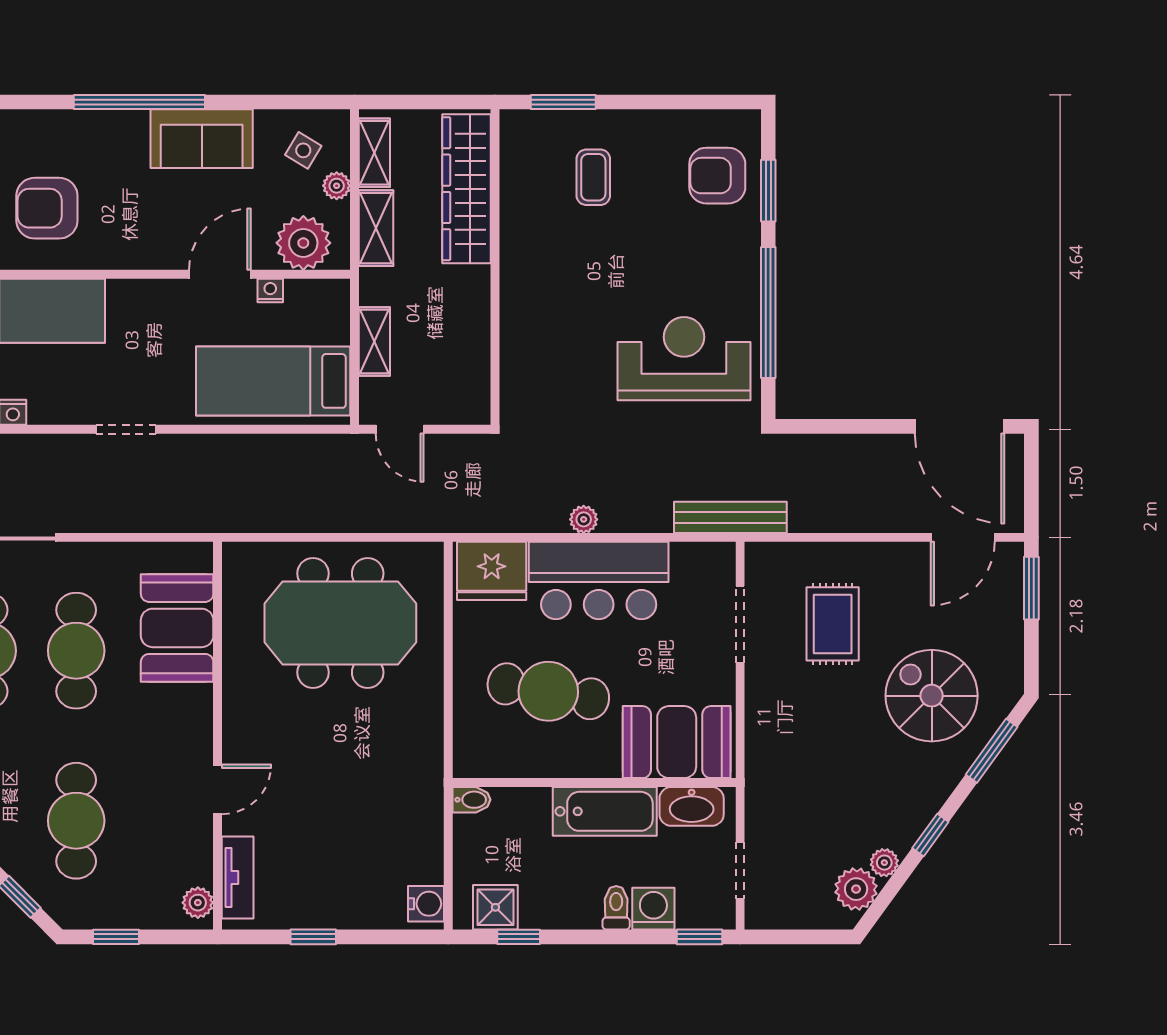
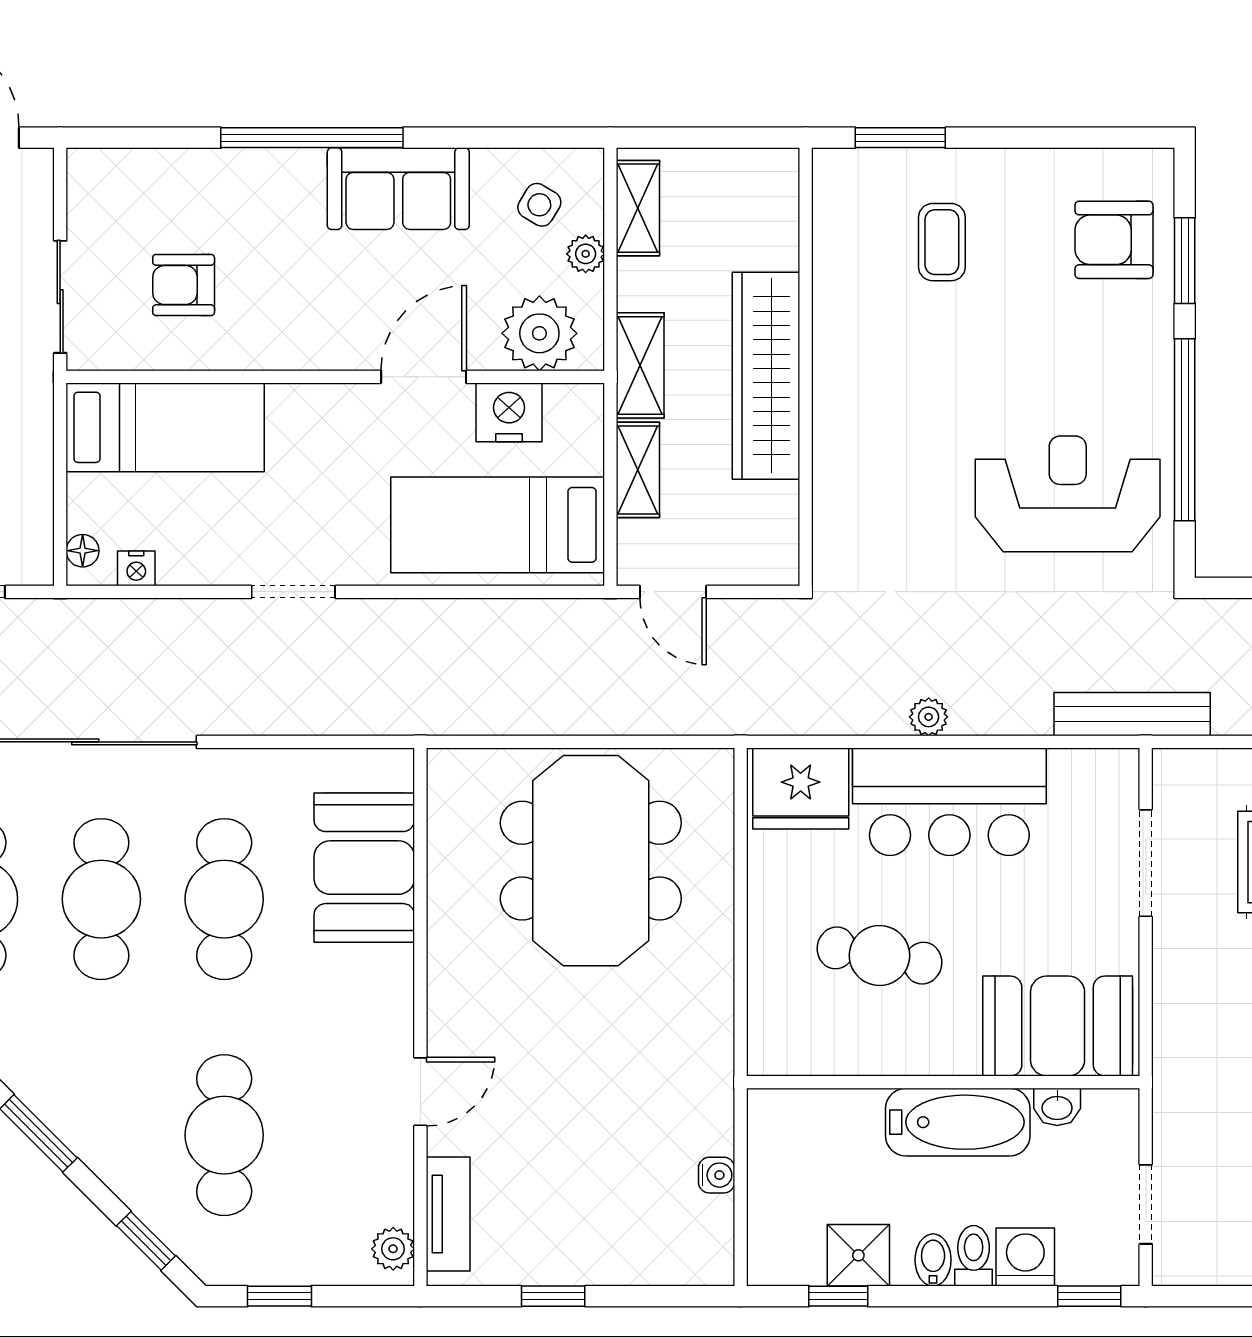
wardrobe: (467, 189) -> (766, 376), moved
armchair: (47, 208) -> (184, 285), width x0.72, depth x0.72
shelving: (376, 228) -> (640, 365), moved
nightstand: (270, 290) -> (509, 412), width x1.89, depth x1.79
meeting table: (340, 623) -> (591, 861), turned 90
cafe table: (548, 691) -> (879, 955), width x0.73, depth x0.74
bidet: (471, 800) -> (933, 1260), moved, turned -90
washbasin: (692, 806) -> (1057, 1107), width x0.52, depth x0.69
water cooler: (426, 904) -> (717, 1175), moved, width x0.72, depth x0.72
shower: (495, 907) -> (858, 1255), moved

